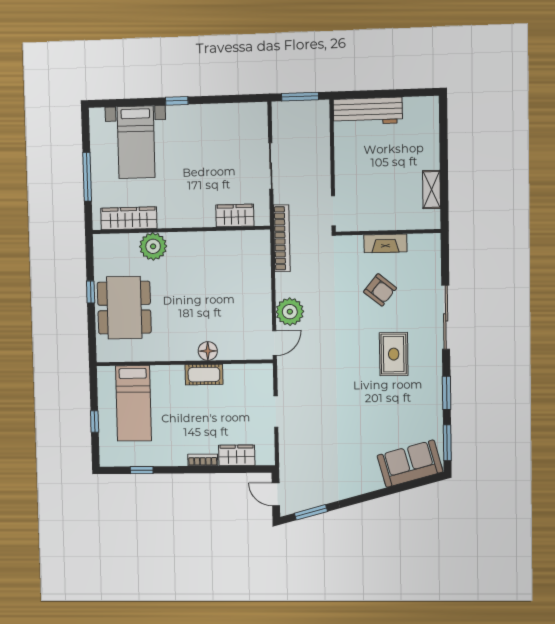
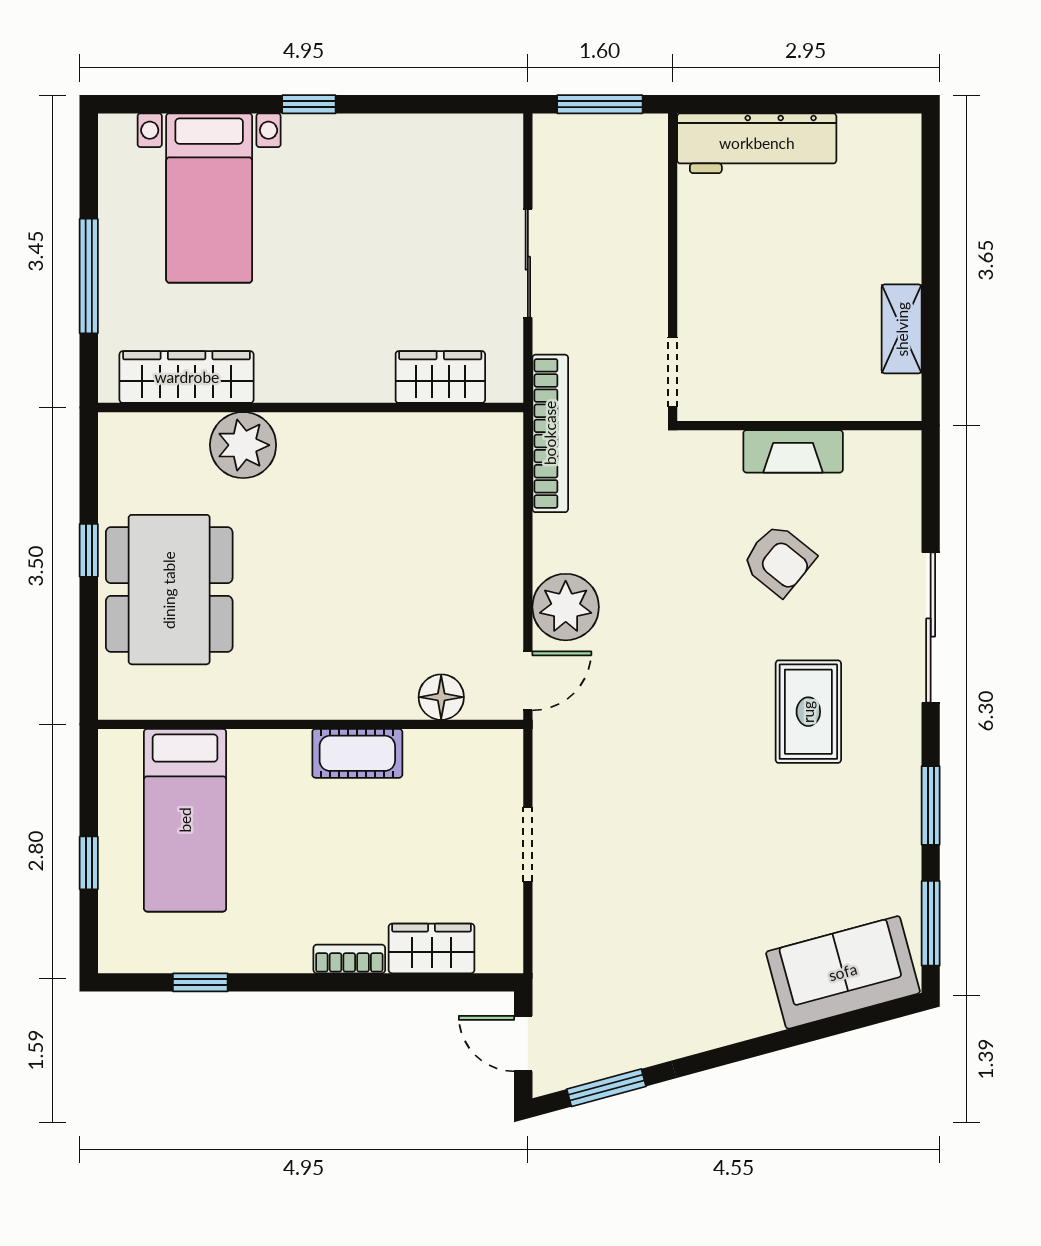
floor lamp: (208, 351) -> (441, 697), moved

